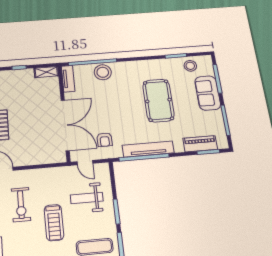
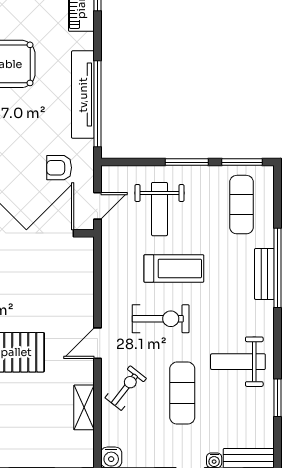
armchair: (105, 140) -> (59, 168), turned 180
treadmill: (54, 223) -> (174, 268), moved

